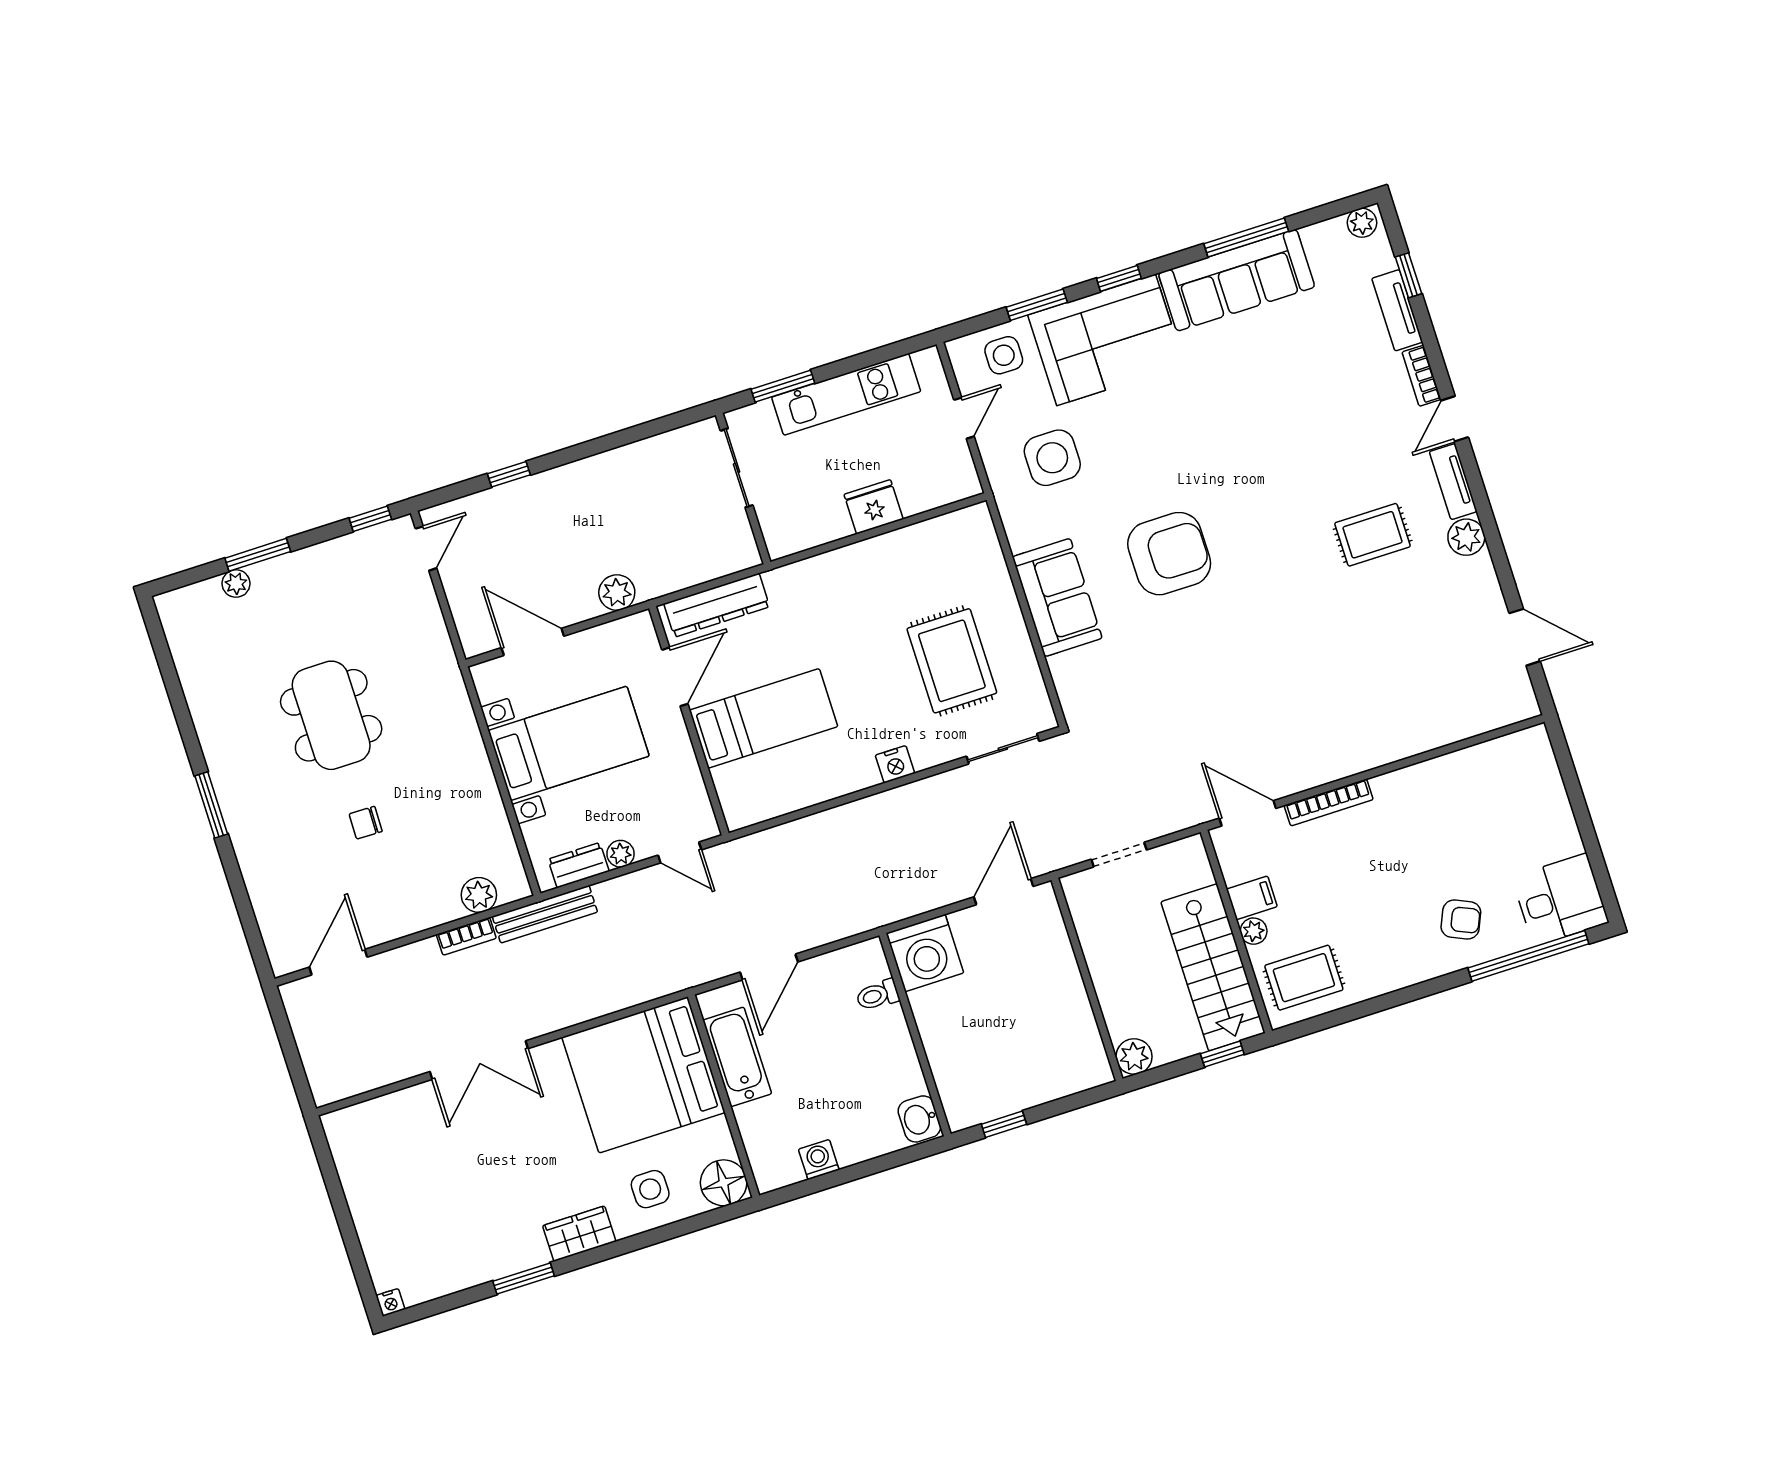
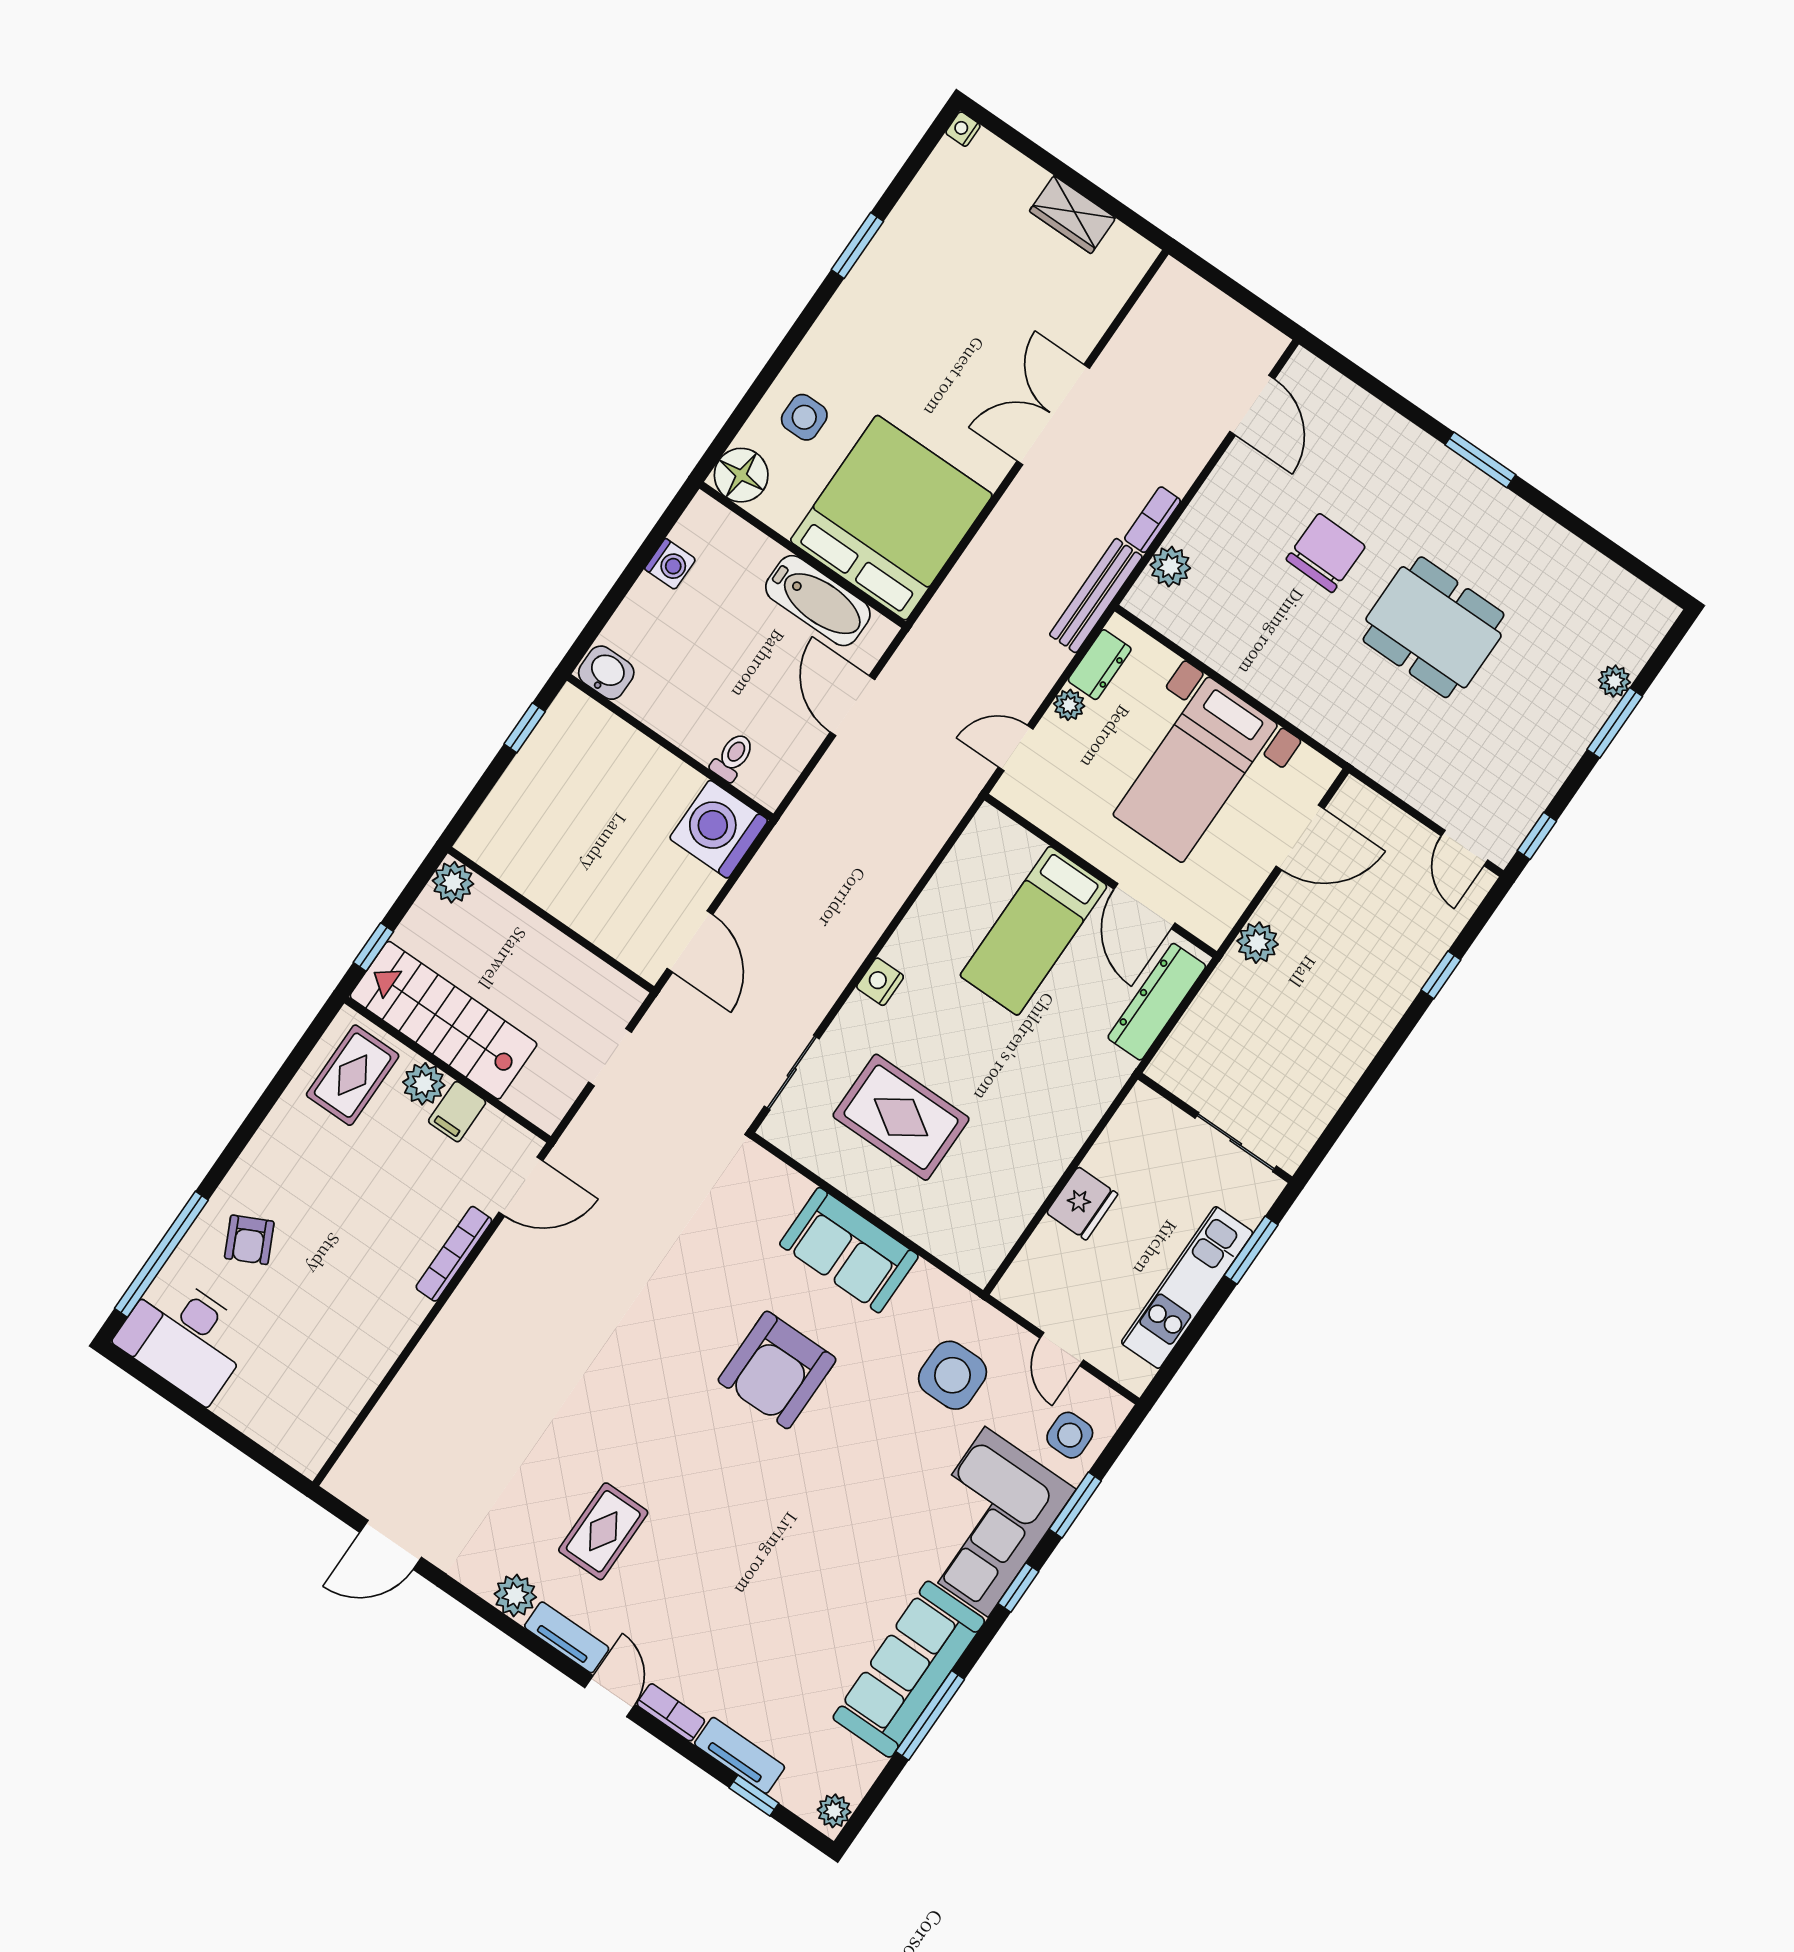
chair: (366, 823) -> (1326, 553), width x1.87, depth x1.87
desk: (1560, 900) -> (185, 1337), width x1.37
armchair: (1461, 920) -> (249, 1240), turned -50
plant: (1254, 931) -> (424, 1084), width x1.38, depth x1.38
wardrobe: (579, 1234) -> (1072, 215), moved, turned 90

